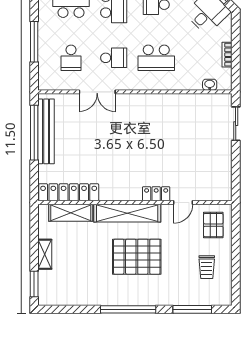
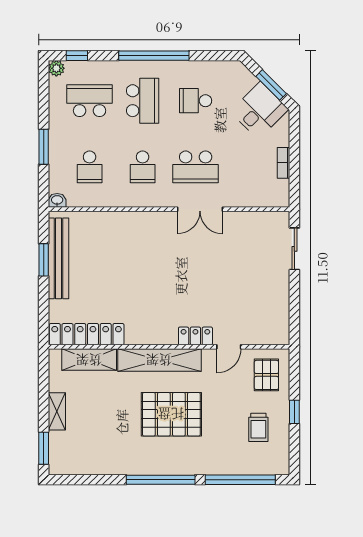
window: (34, 42) -> (44, 147), width x0.69
school desk: (114, 58) -> (143, 167), turned 90
washbasin: (210, 85) -> (57, 200), moved
double door: (97, 92) -> (200, 209), moved
window: (34, 133) -> (44, 260), width x0.47
window: (236, 255) -> (294, 412), added
window: (192, 309) -> (240, 480), width x1.46

